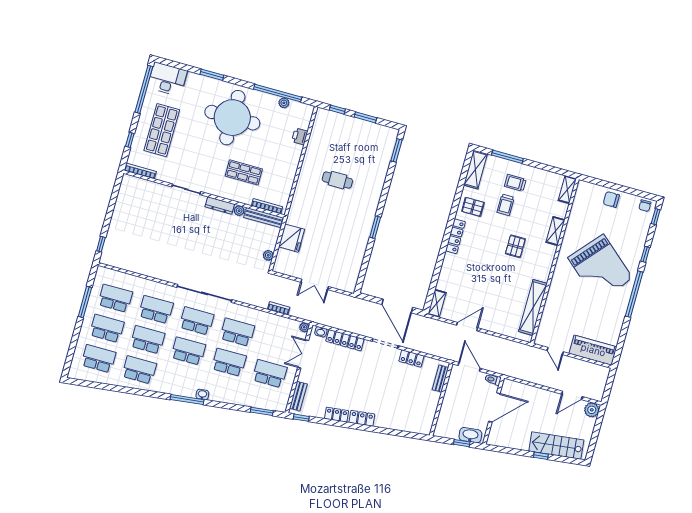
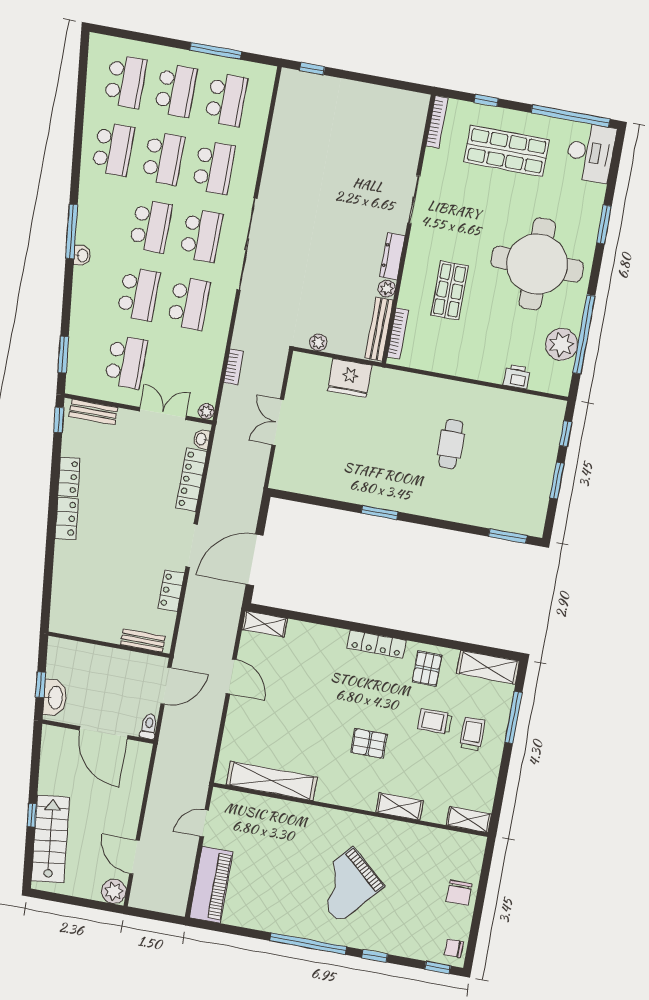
plant: (284, 103) -> (561, 344), width x1.88, depth x1.88
chair: (611, 199) -> (459, 893), turned 180
grand piano: (600, 268) -> (346, 885), width x0.73, depth x0.68

